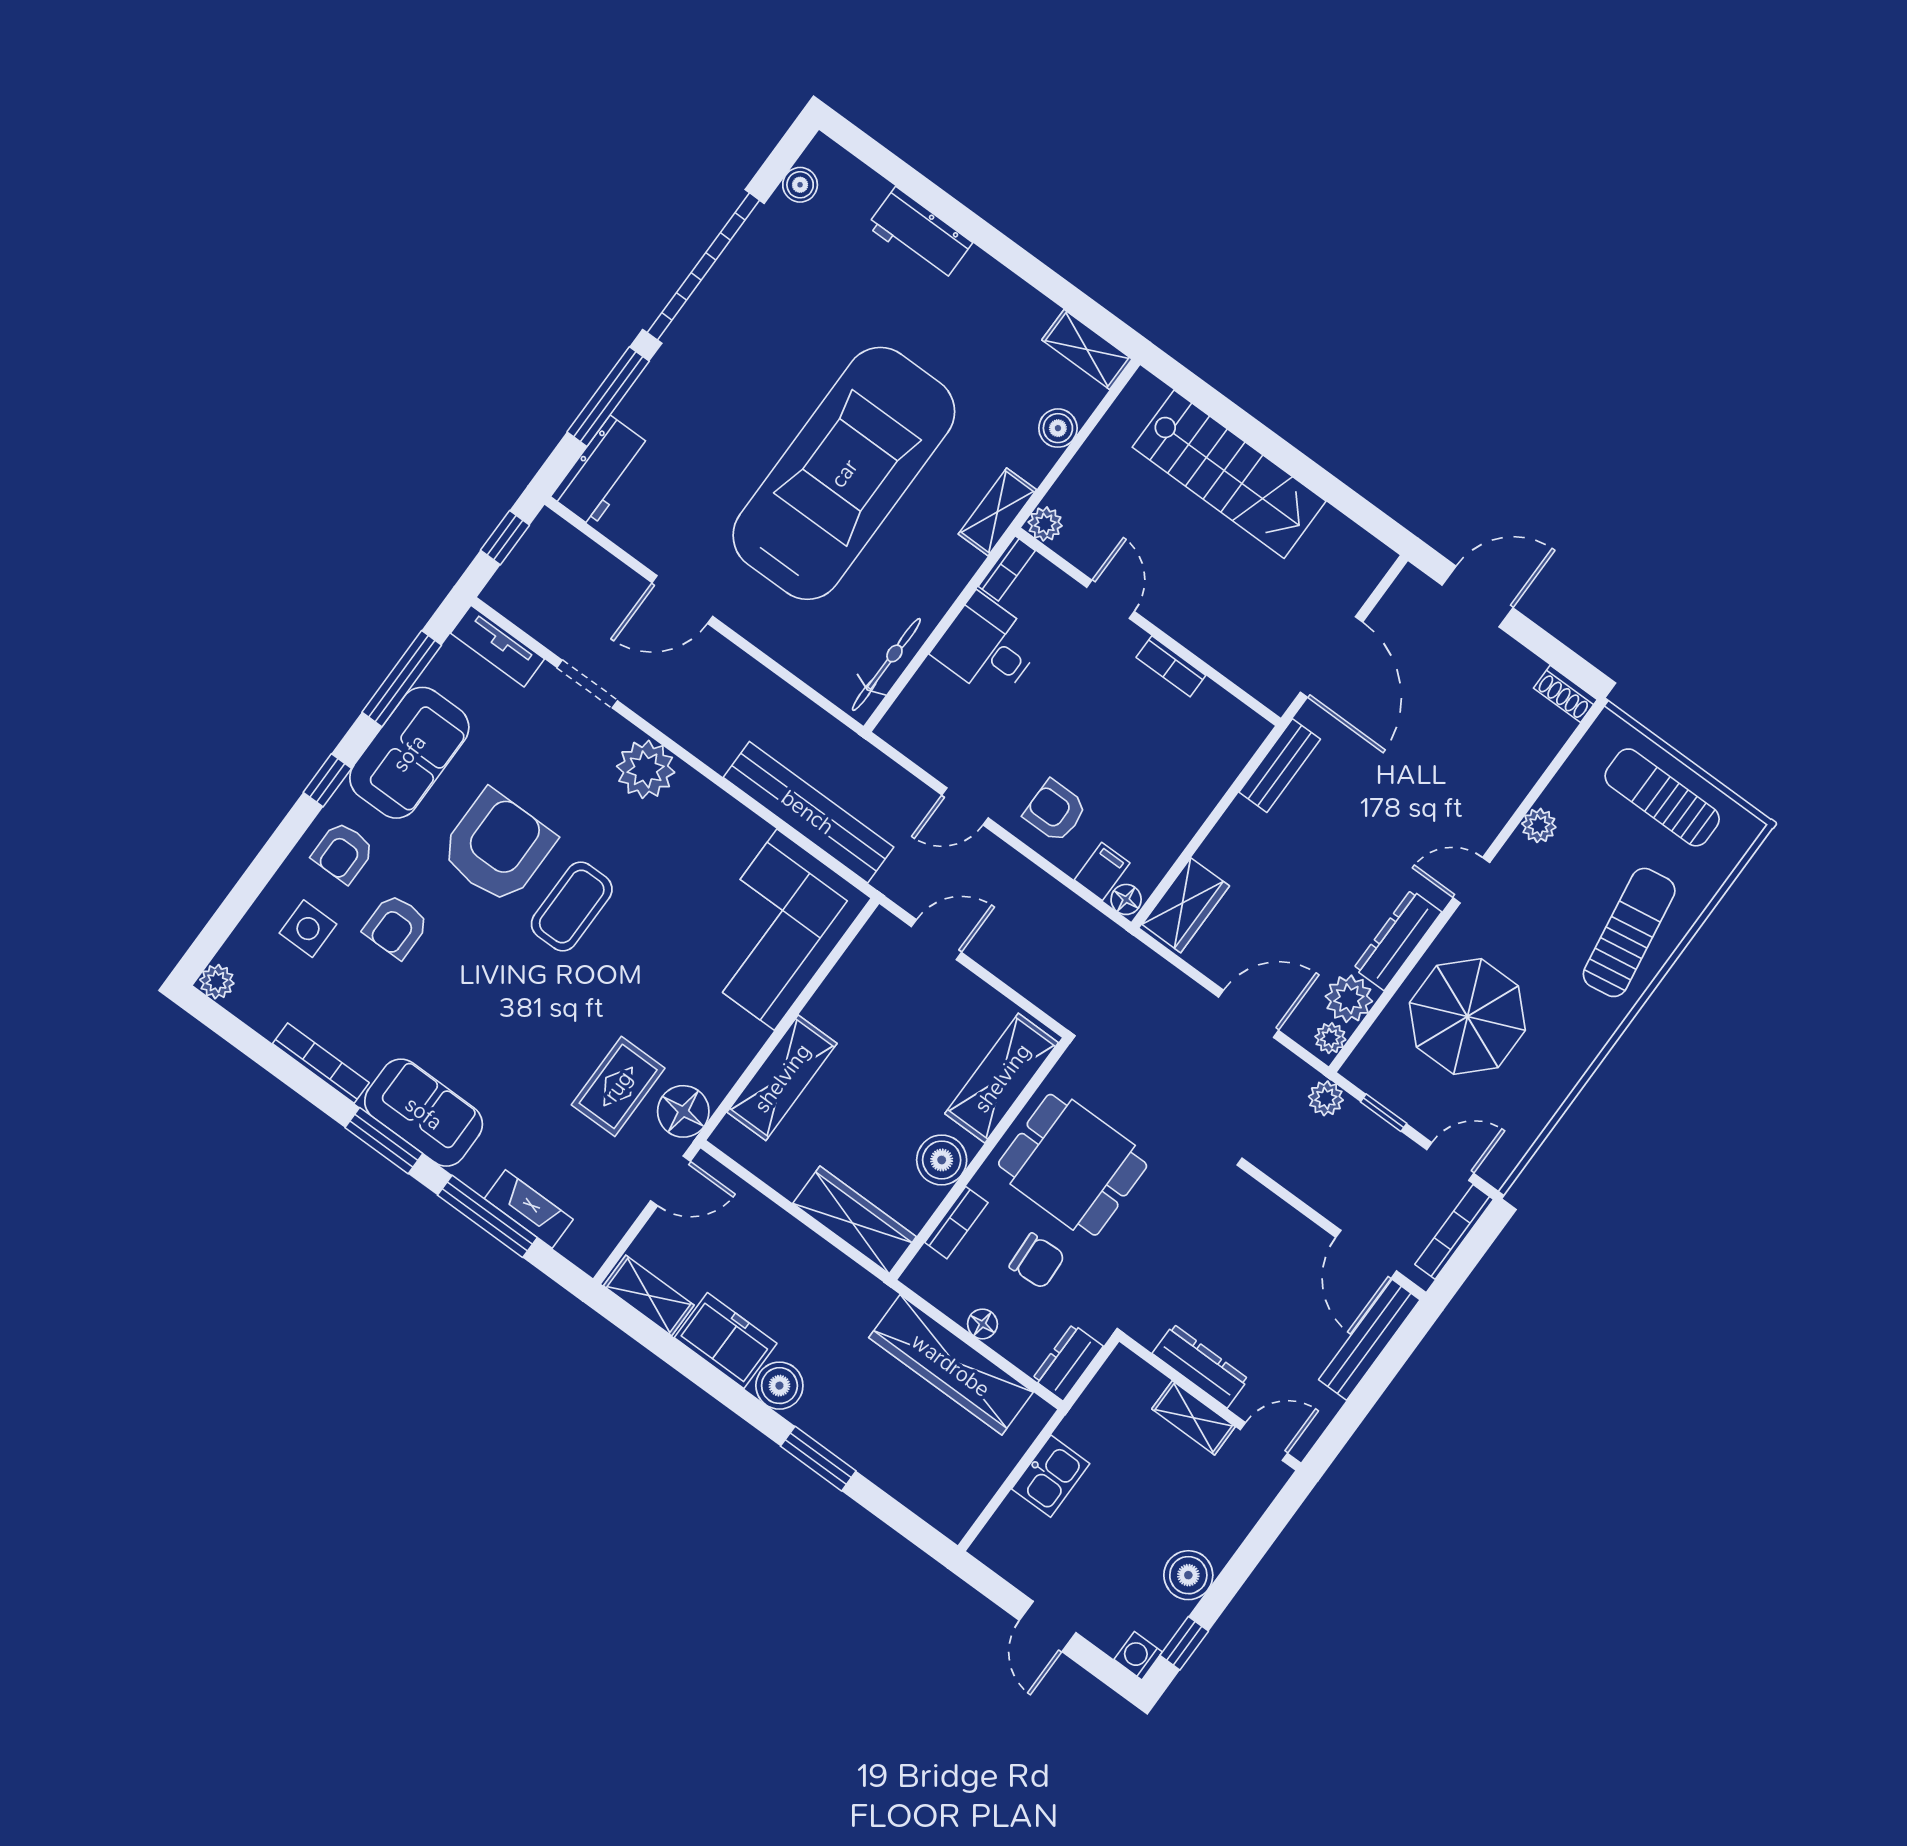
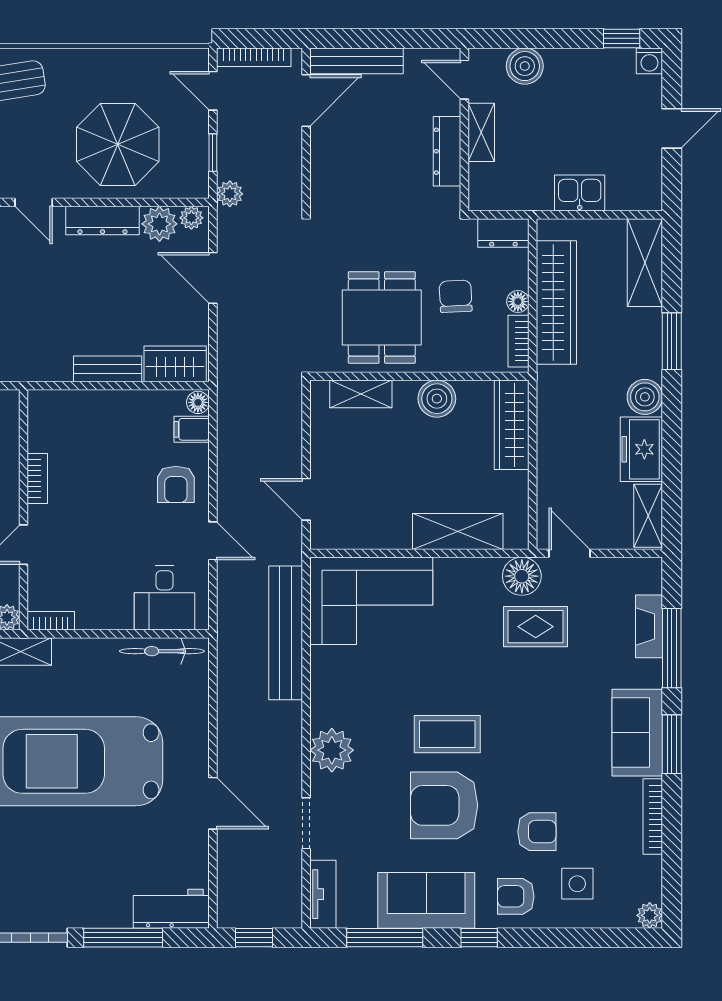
desk: (987, 647) -> (165, 598), moved
bench: (1280, 766) -> (108, 369), moved
armchair: (343, 852) -> (516, 896), turned 180
shelving: (1002, 1078) -> (361, 394), width x0.67, depth x0.75
bookcase: (956, 1223) -> (519, 341), moved, turned -90
shelving: (924, 1492) -> (645, 263), added
boiler: (1188, 1575) -> (525, 66), moved

